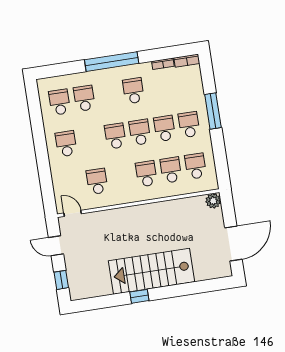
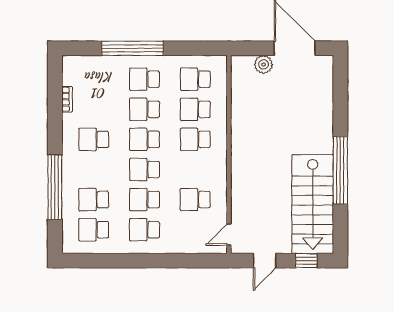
bookcase: (187, 61) -> (68, 70), removed
window: (112, 62) -> (55, 187), moved
window: (213, 111) -> (133, 48), width x1.46
school desk: (91, 140) -> (144, 200), added
plant: (213, 201) -> (264, 64), moved
stairs: (152, 271) -> (313, 204), moved
window: (139, 296) -> (340, 170), width x3.17

